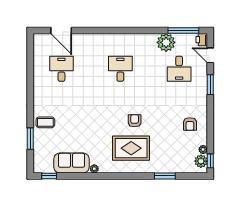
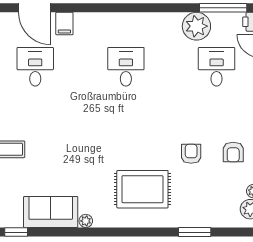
filing cabinet: (80, 41) -> (64, 24), added
desk: (179, 69) -> (217, 67), turned 180
armchair: (135, 121) -> (191, 154), moved

